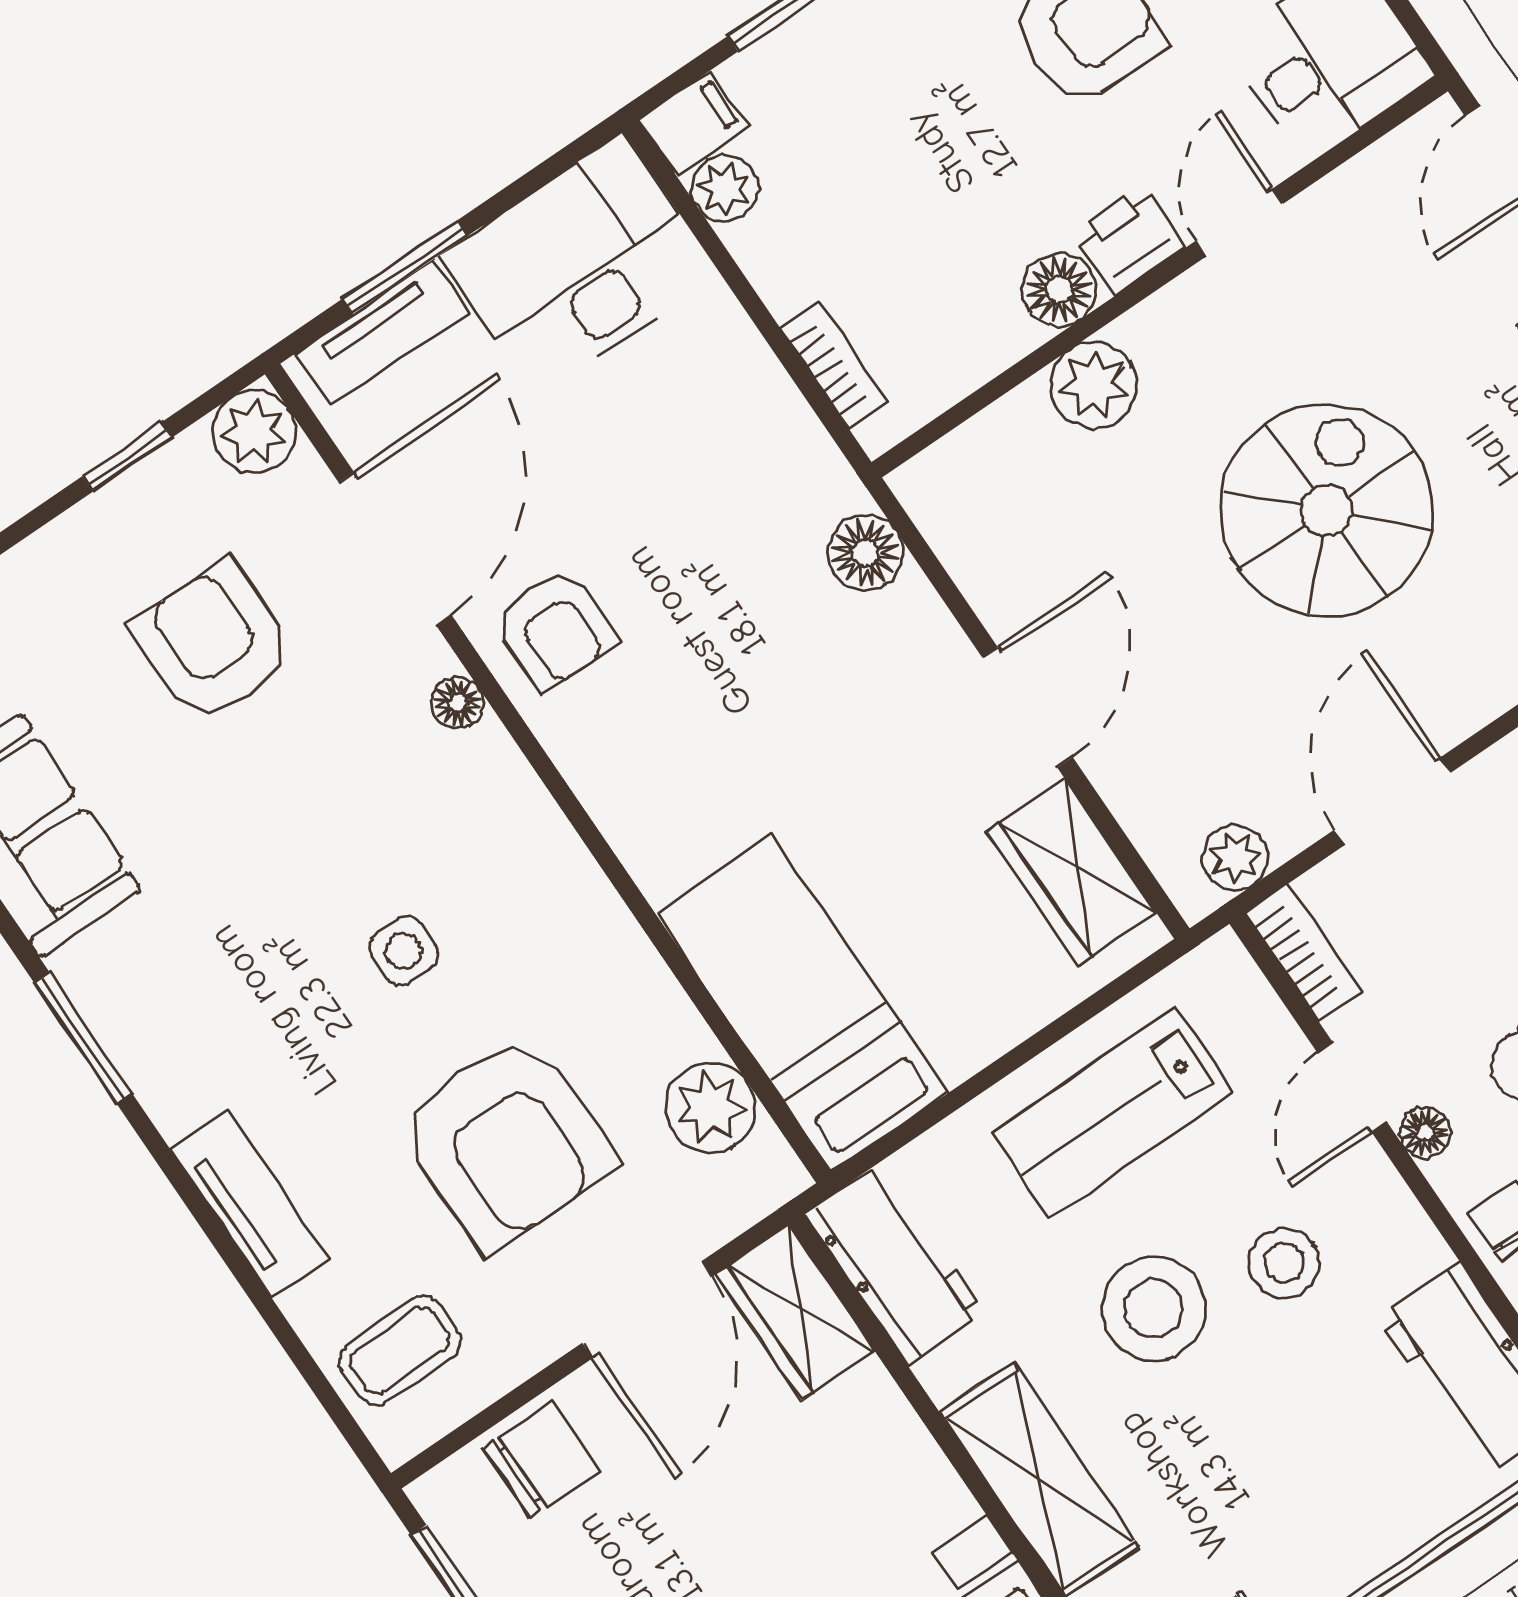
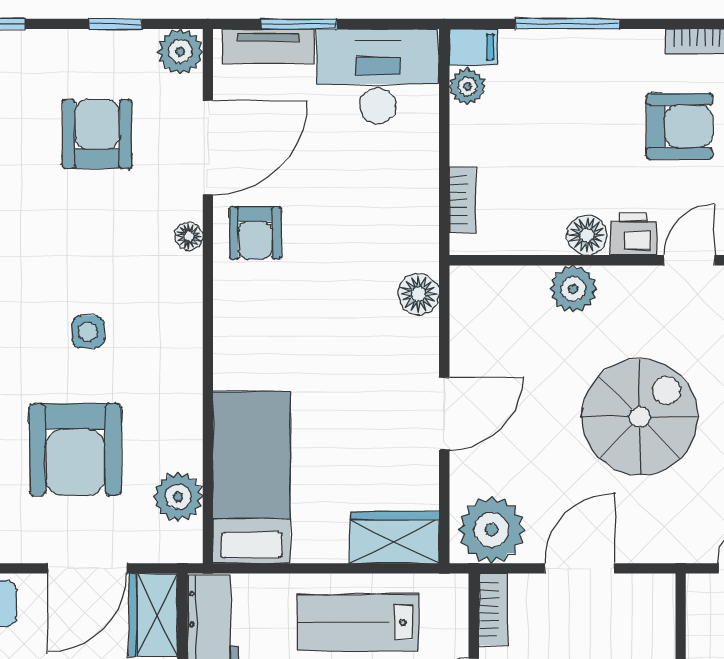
plant: (1235, 858) -> (492, 530), width x1.87, depth x1.87
wardrobe: (1071, 872) -> (395, 537), moved, turned 90

